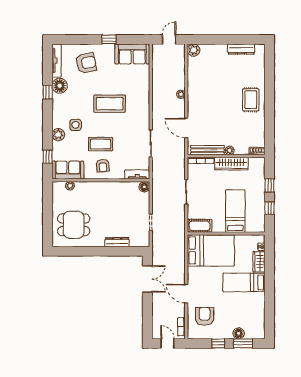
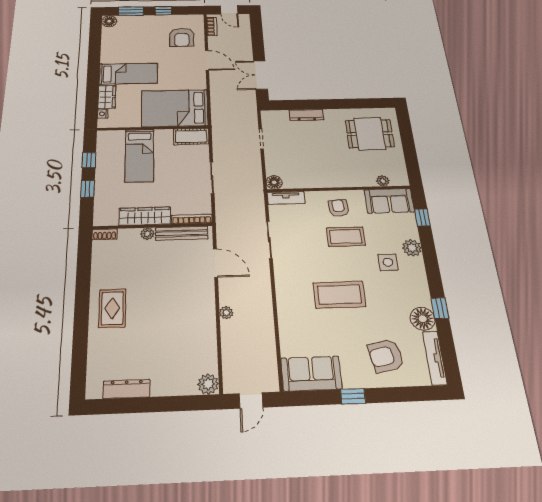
floor lamp: (239, 333) -> (109, 21), moved

